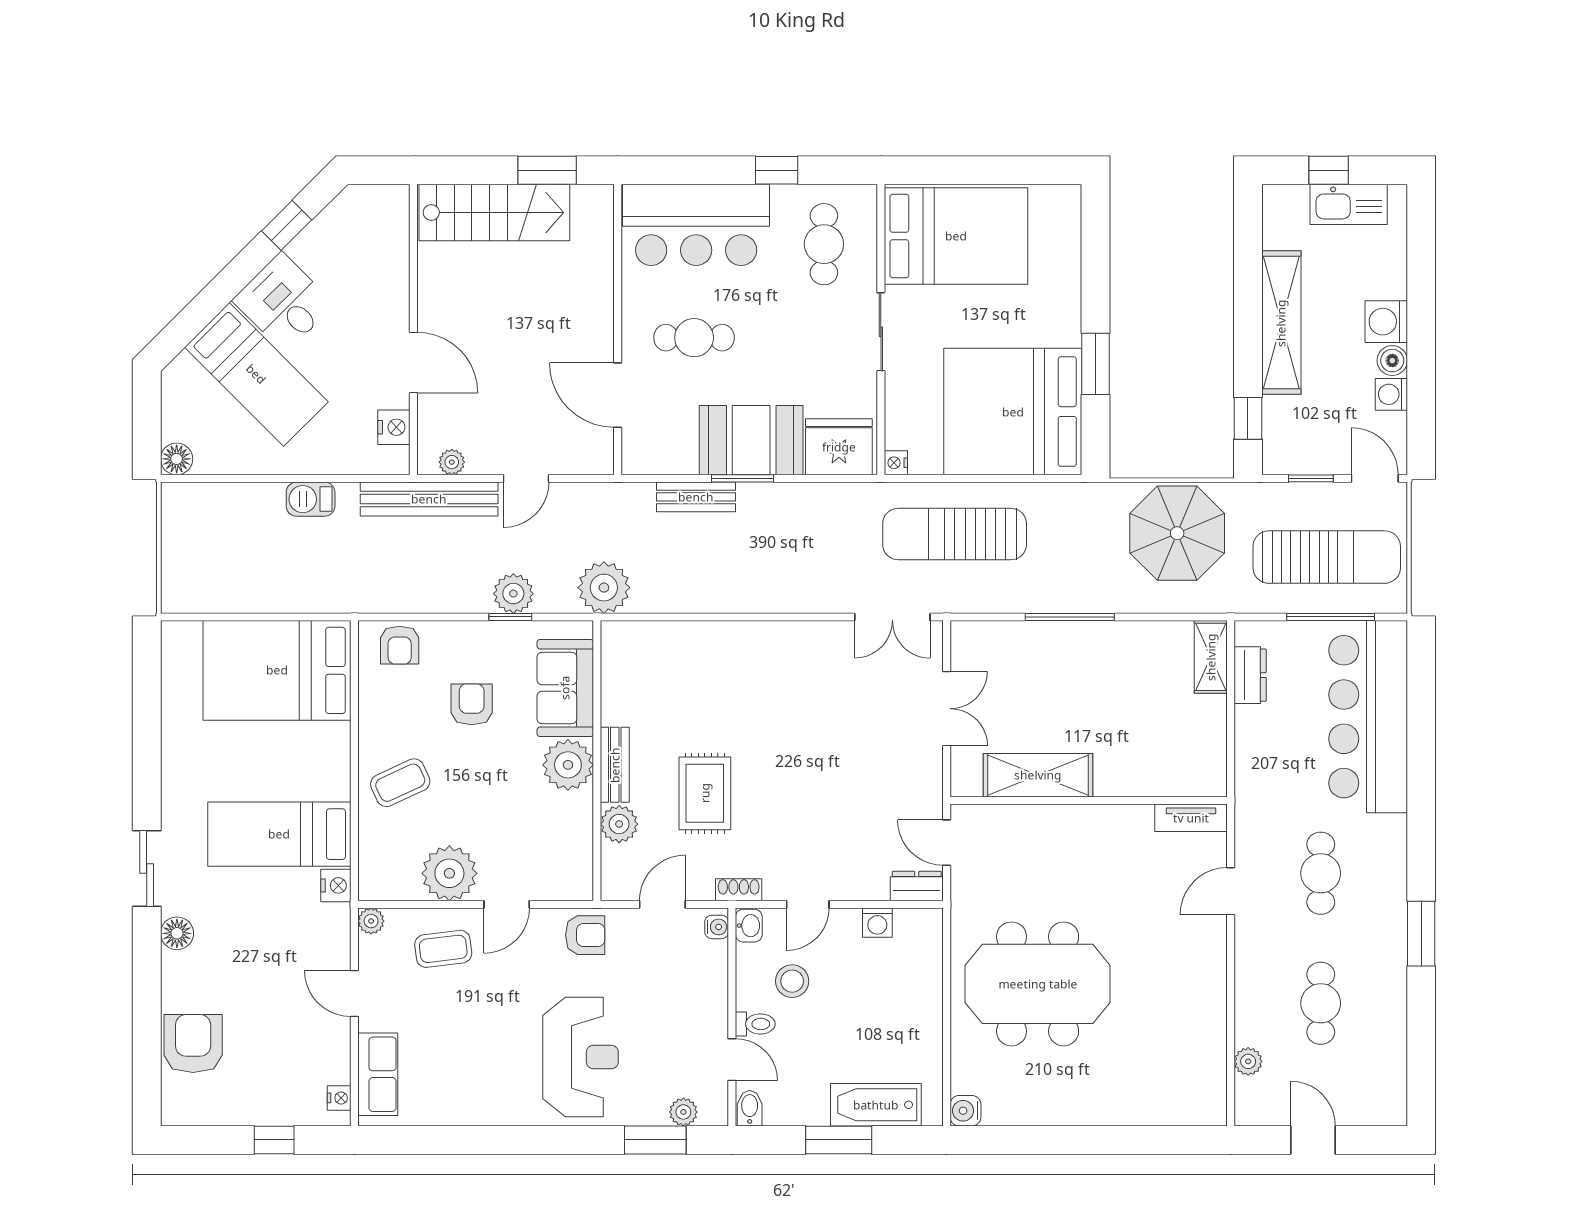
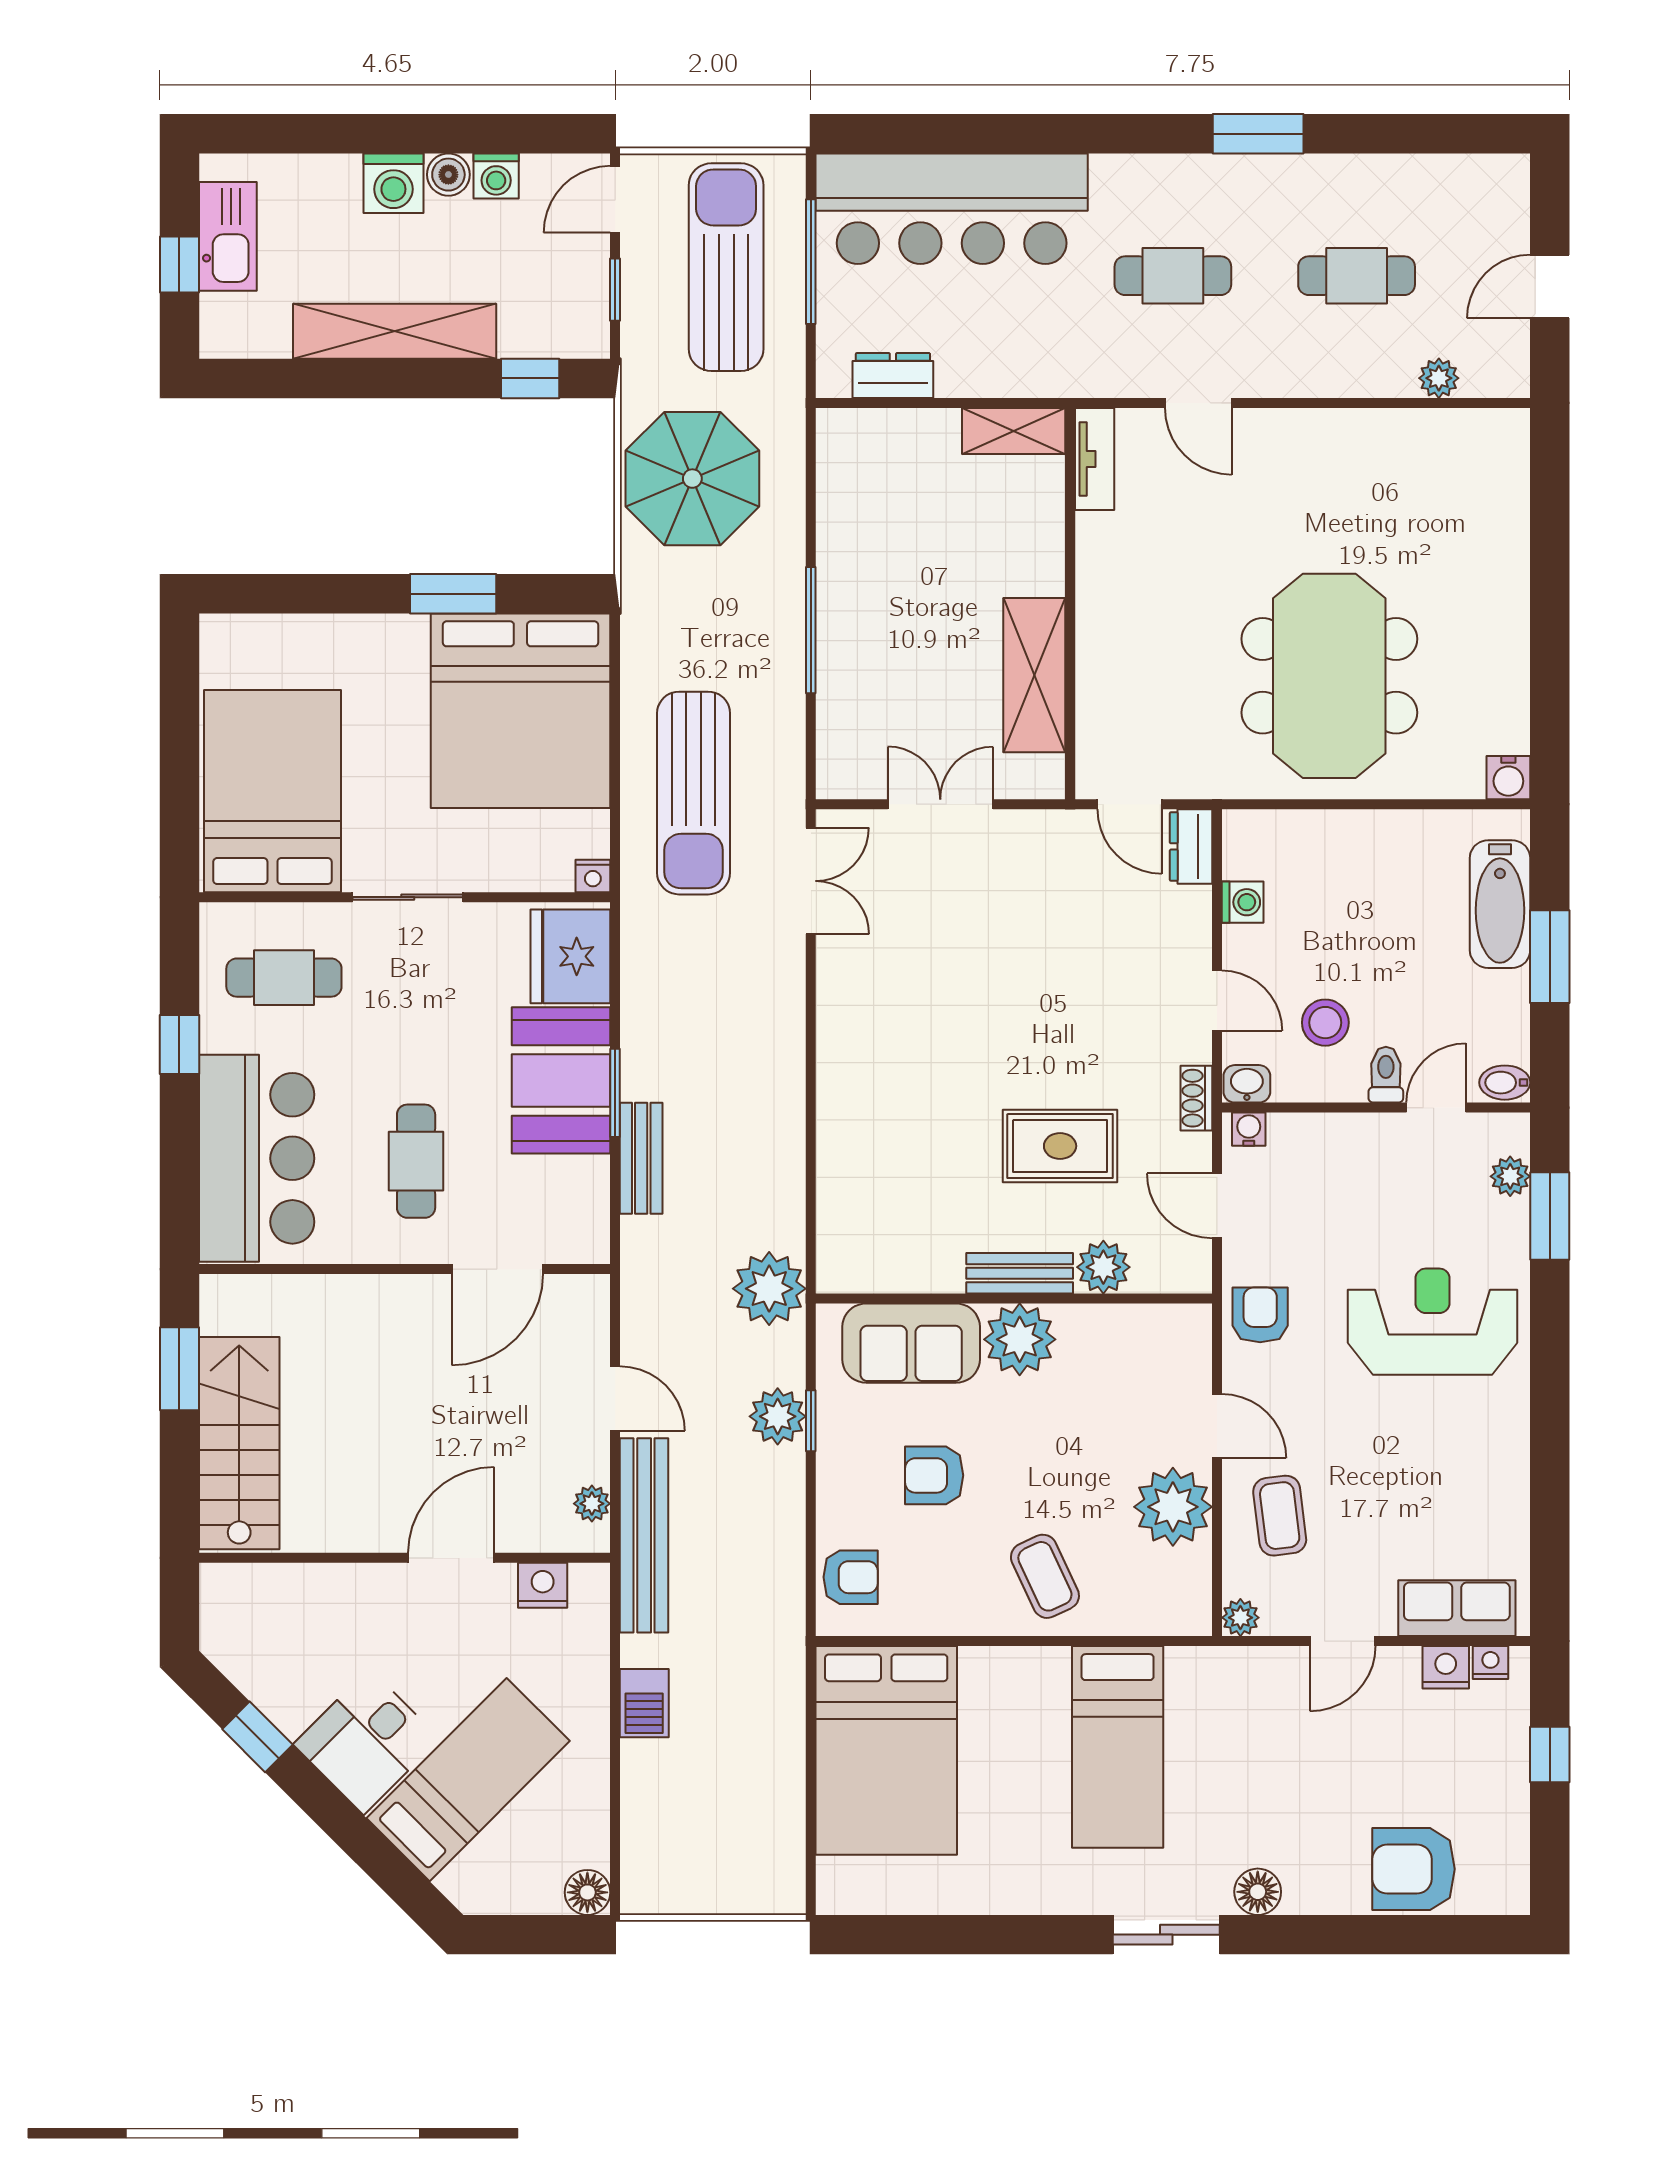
shelving: (1211, 657) -> (1014, 431), moved
door: (947, 843) -> (1130, 804), hinge flipped
nightstand: (336, 885) -> (1446, 1667), moved

